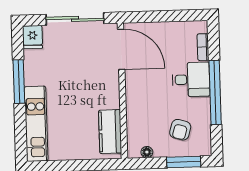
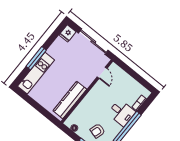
door: (121, 49) -> (102, 73), width x0.53
window: (19, 82) -> (36, 58), moved
kitchen counter: (110, 132) -> (70, 100), width x1.50

